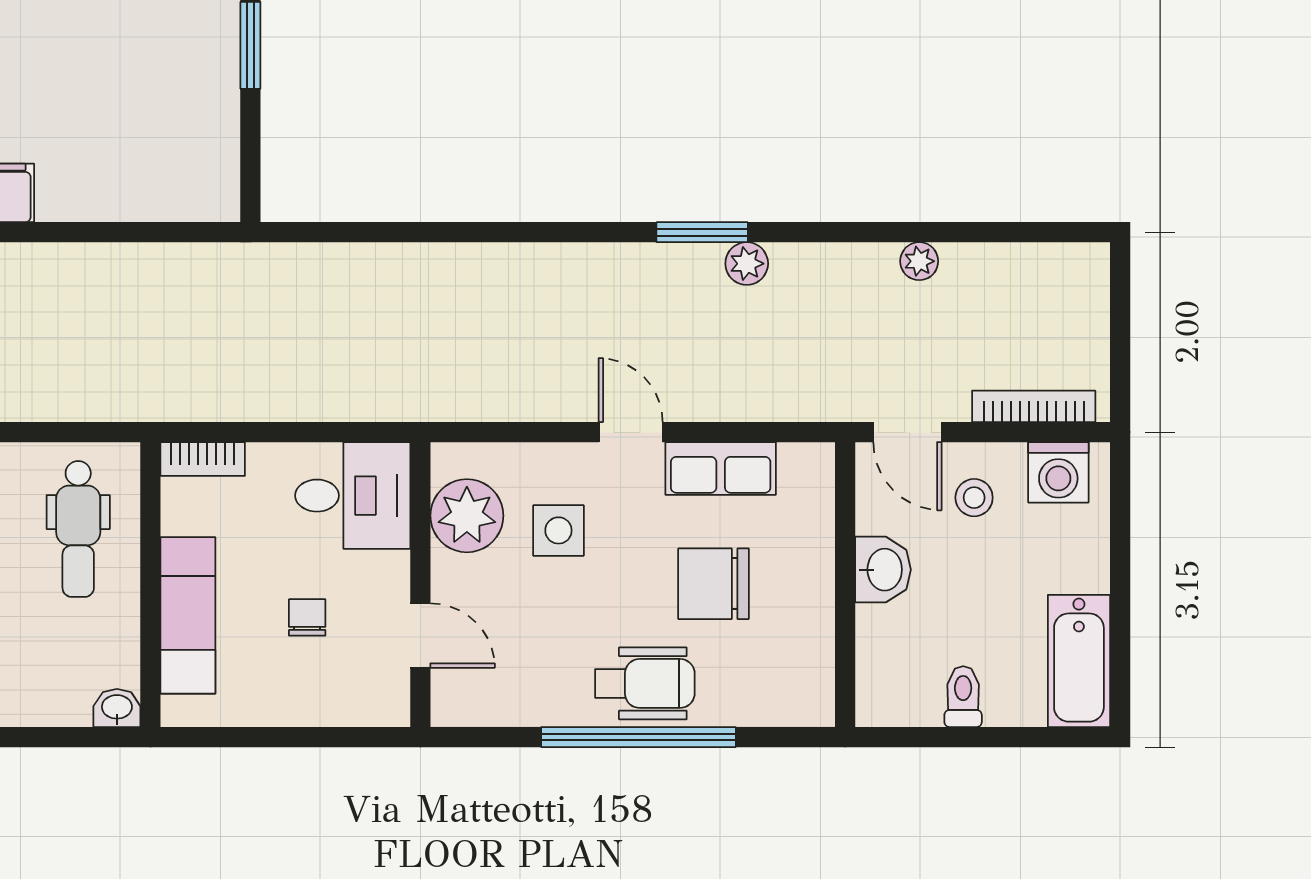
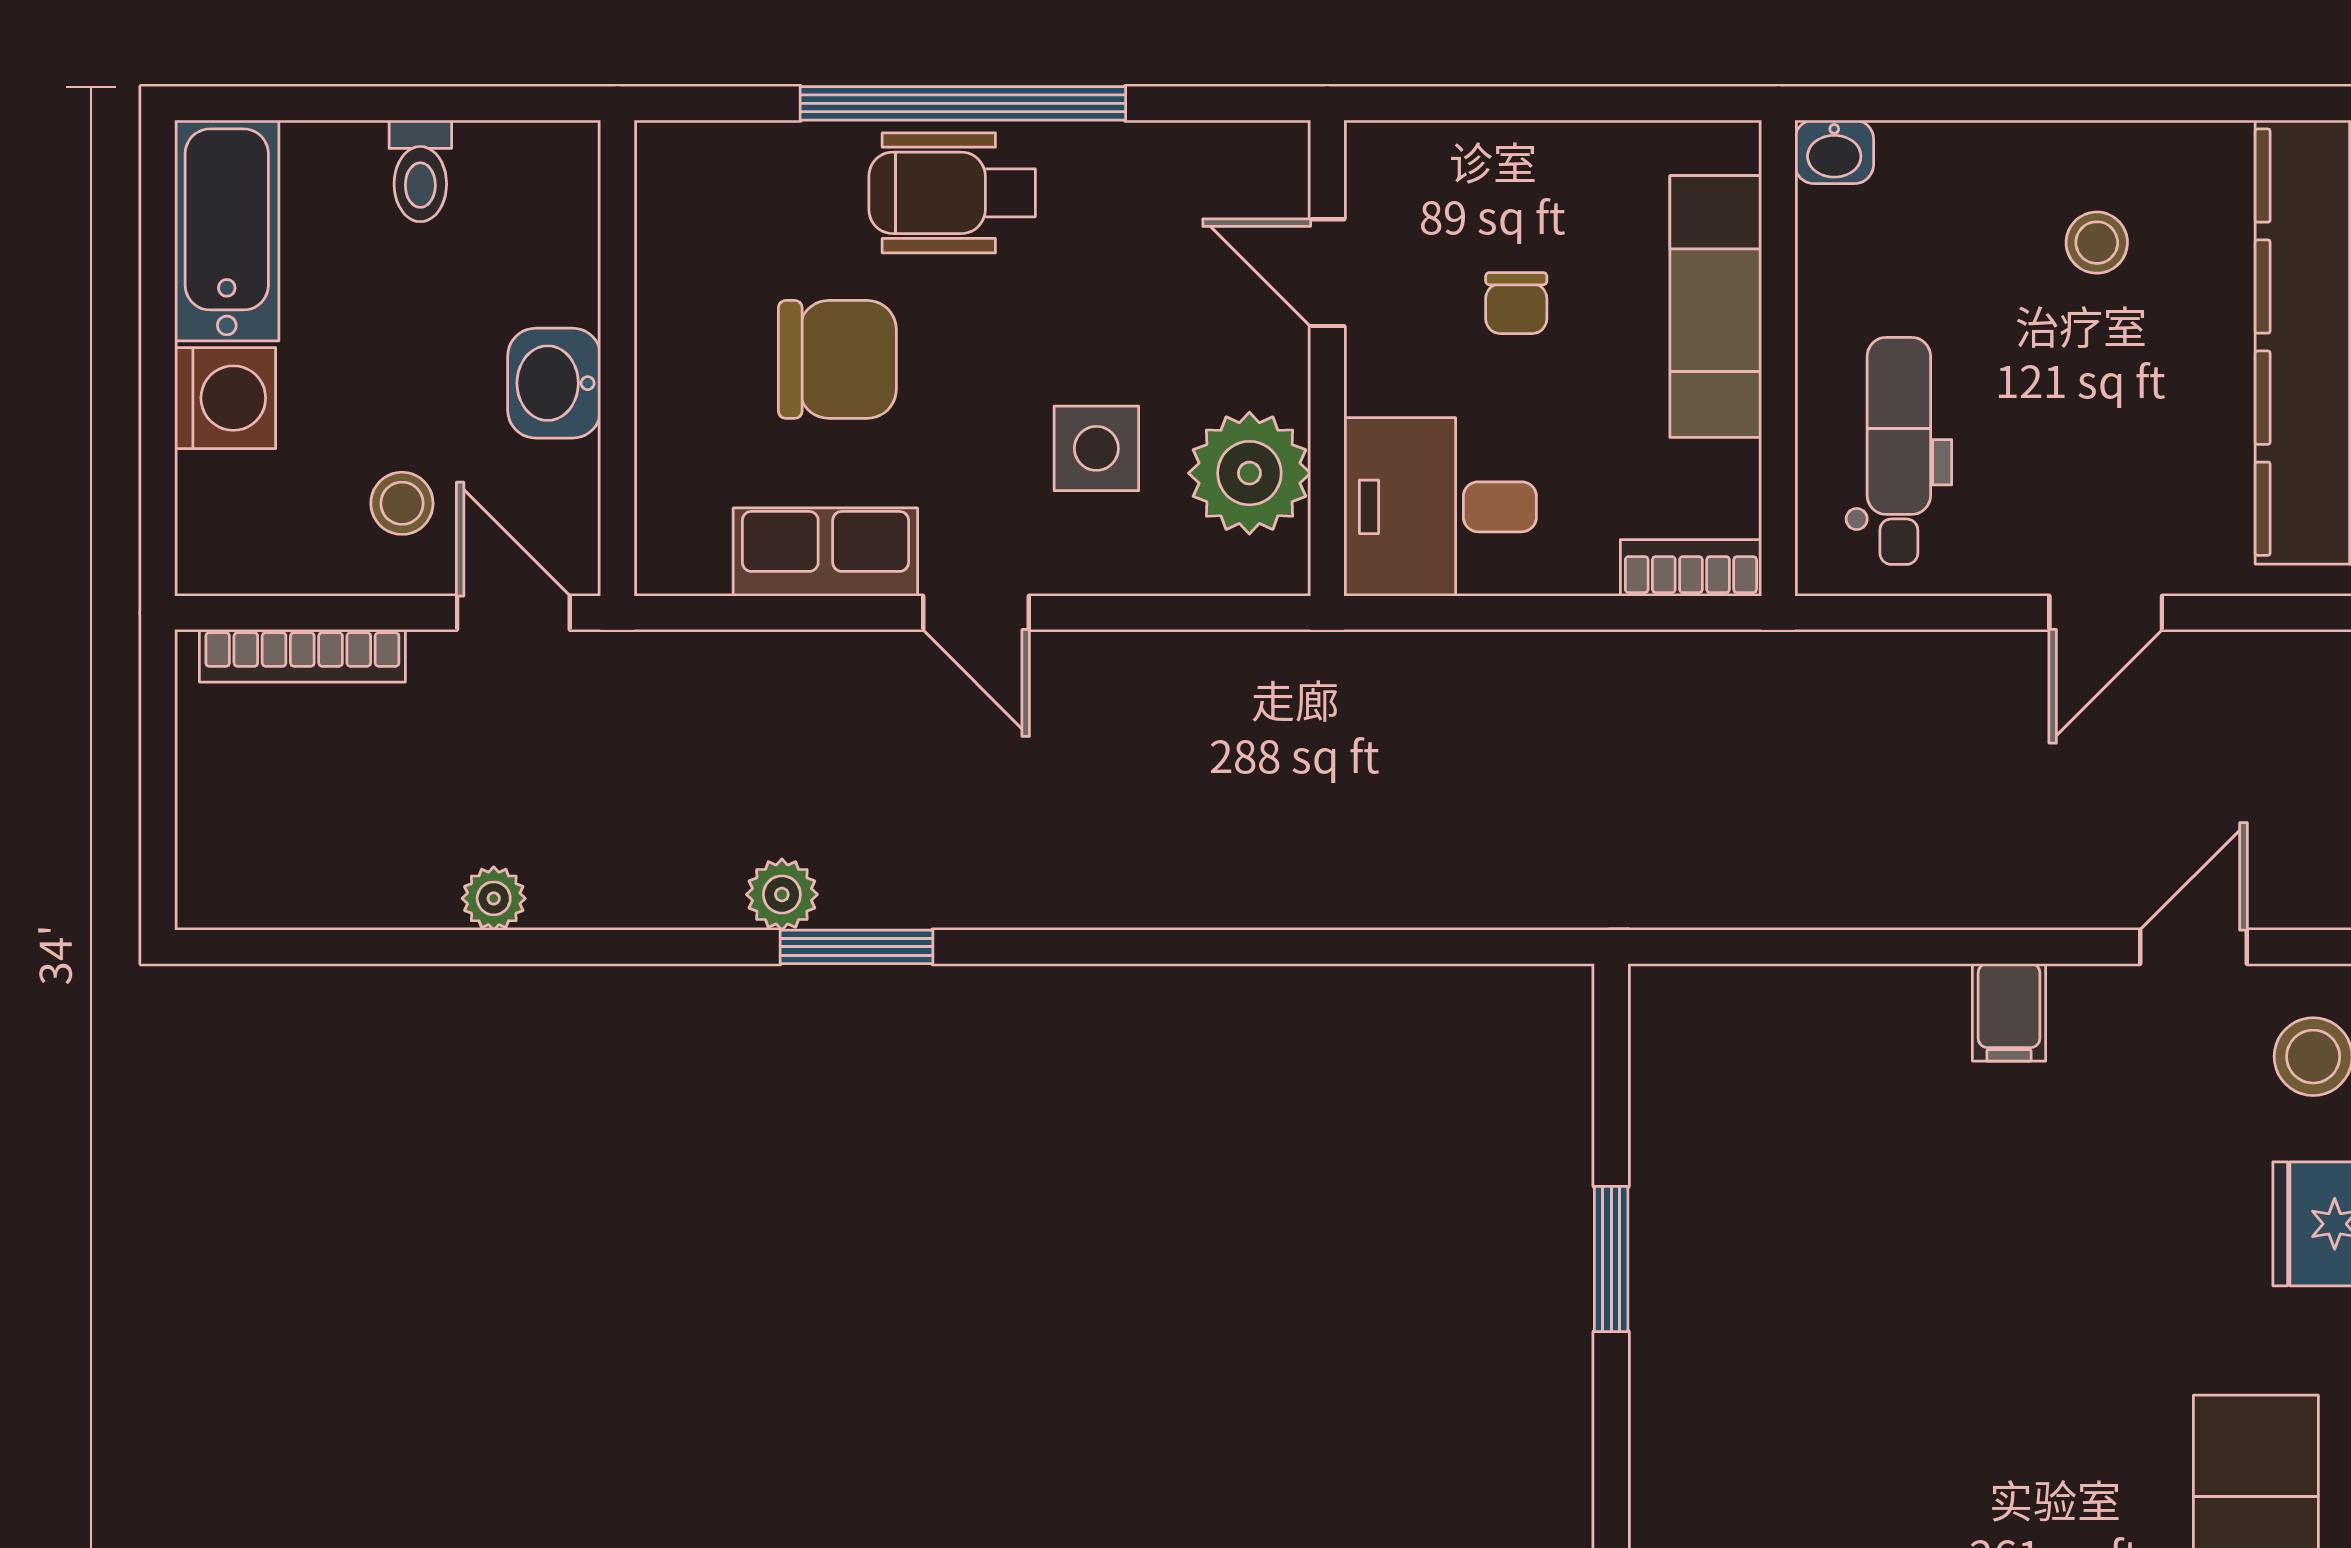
washing machine: (1058, 472) -> (225, 398), moved, turned 90

